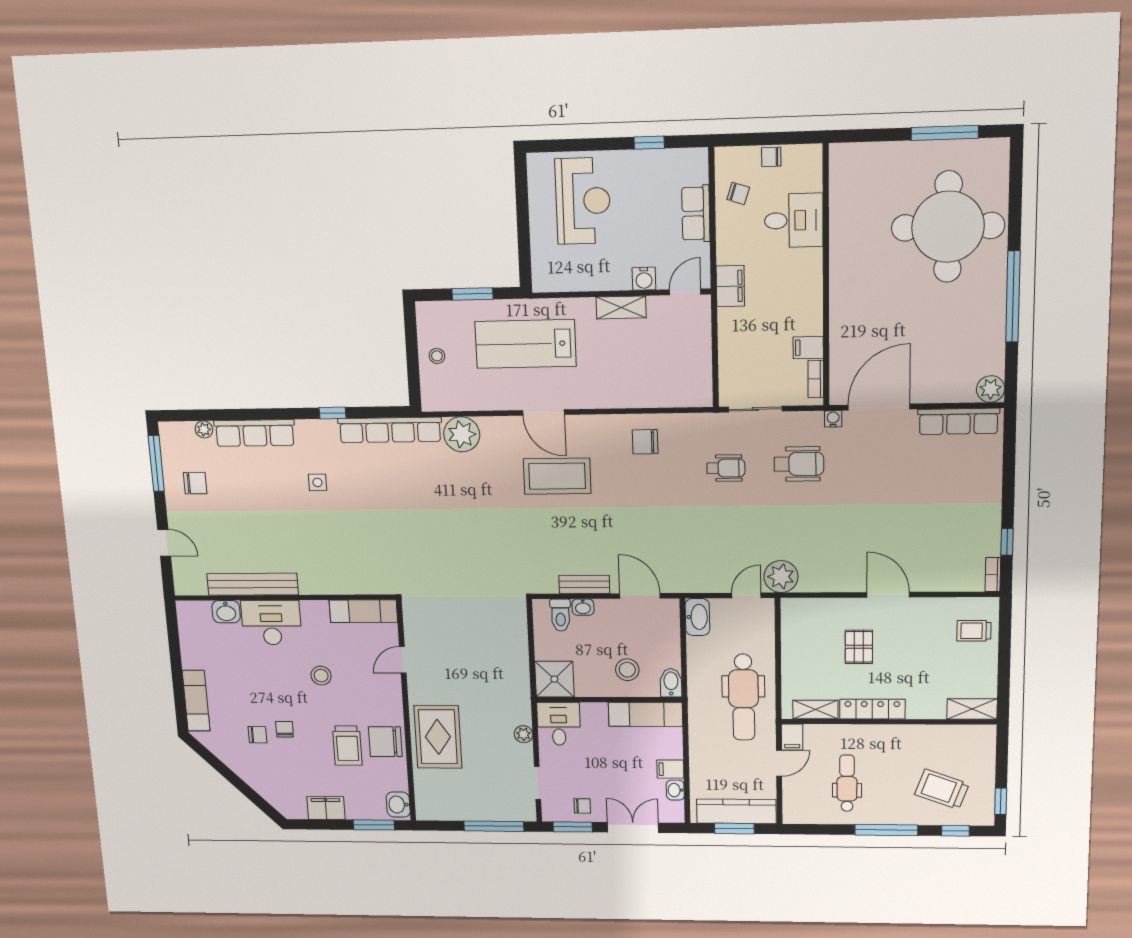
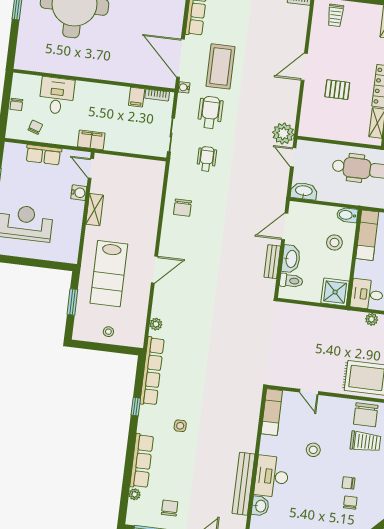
plant: (462, 434) -> (156, 324), width x0.53, depth x0.53
coffee table: (557, 476) -> (221, 66), moved
washbasin: (583, 607) -> (291, 259), width x1.91, depth x1.45

